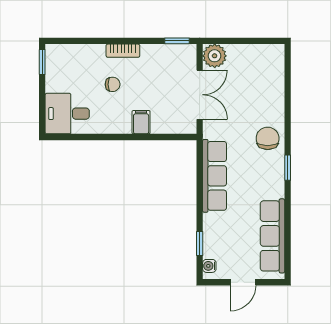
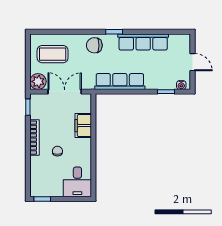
bookcase: (123, 51) -> (34, 138), width x1.56
coffee table: (255, 77) -> (53, 54), added
filing cabinet: (141, 122) -> (83, 126), width x2.00
row of seats: (272, 236) -> (143, 42), moved

